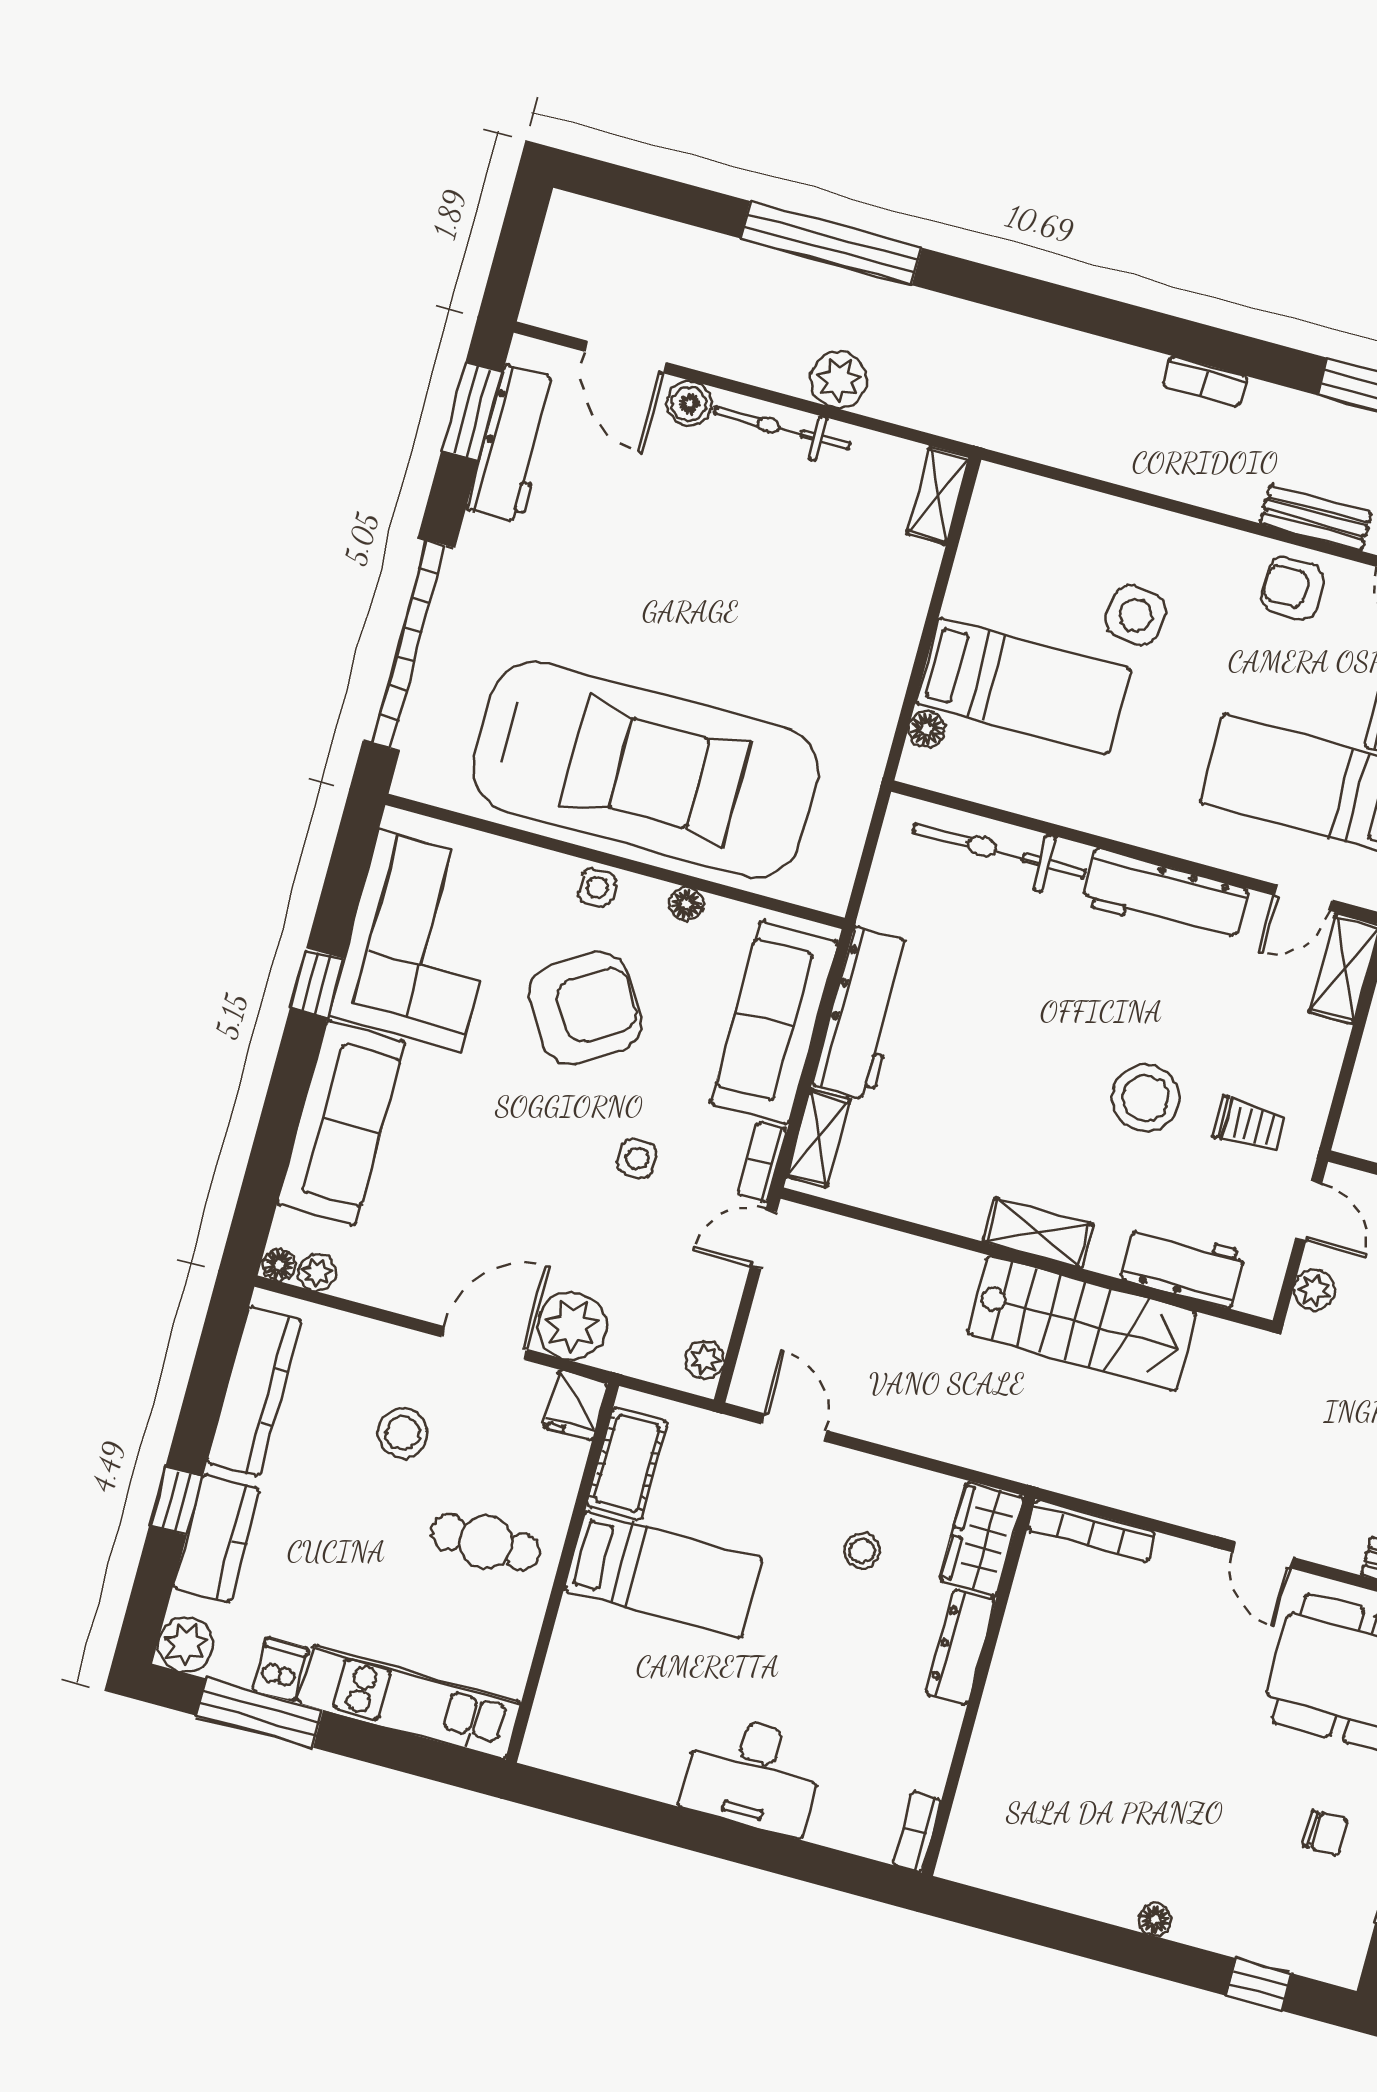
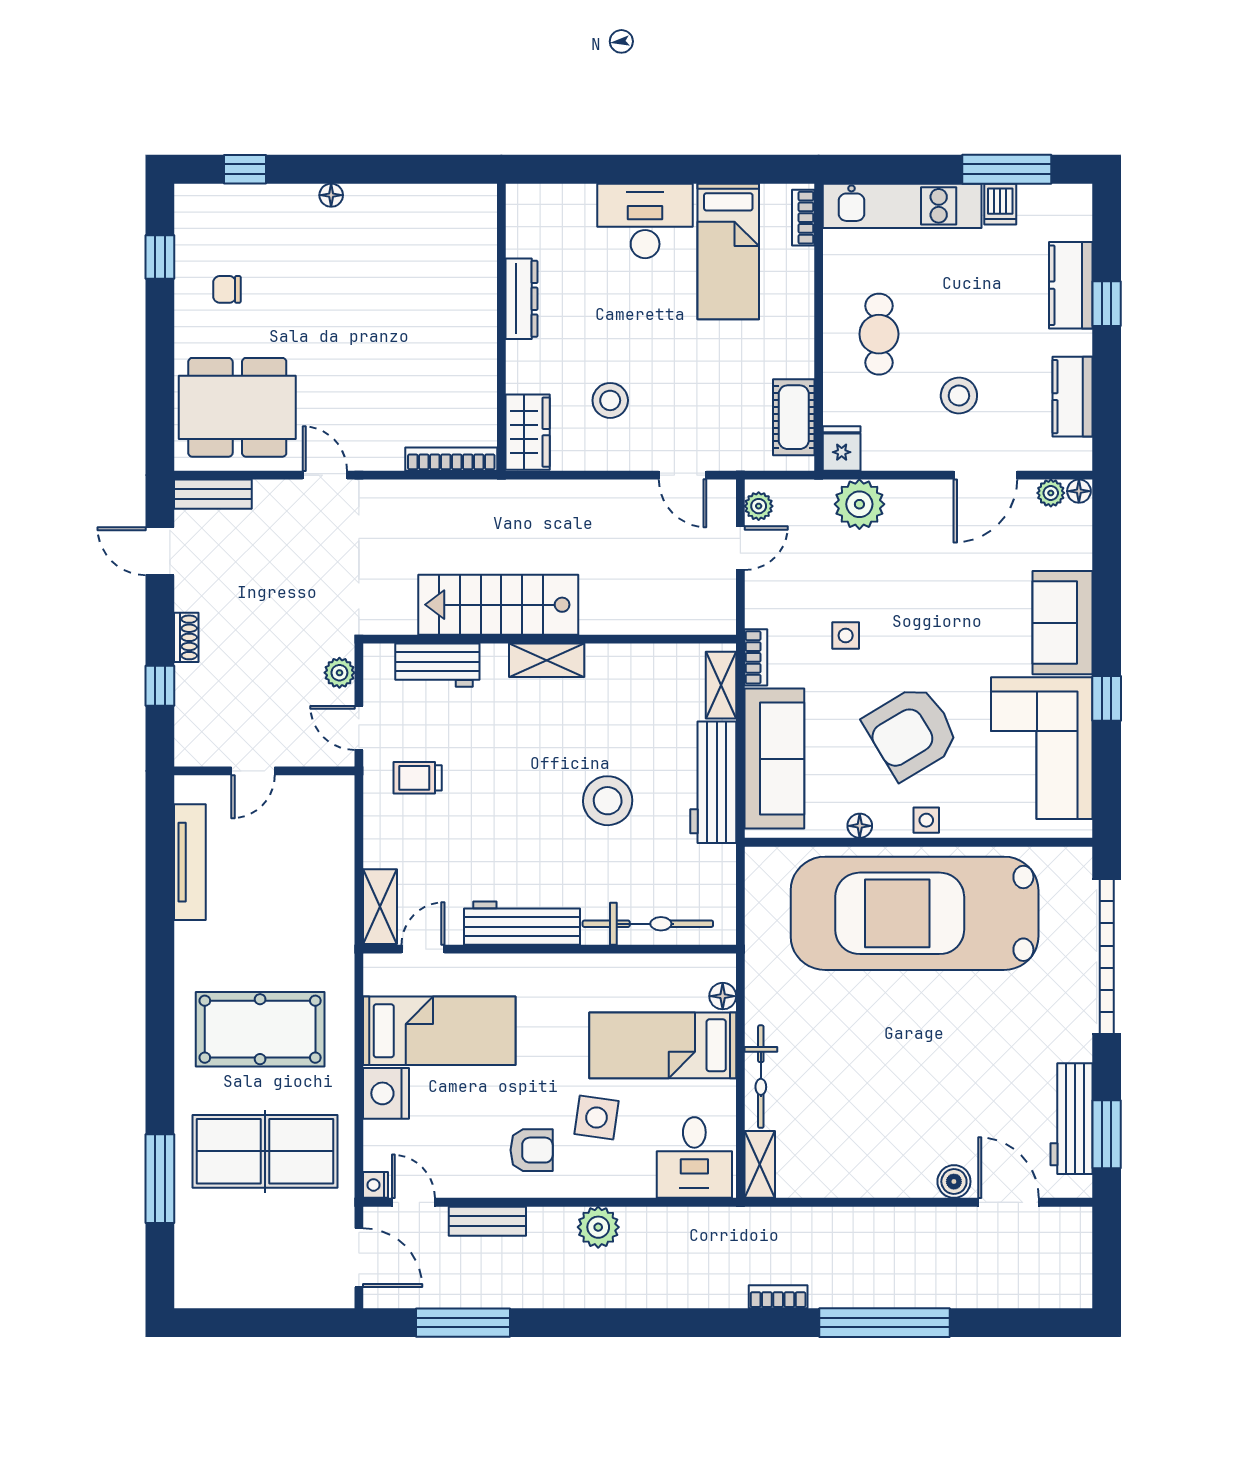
plant: (839, 380) -> (598, 1227), moved
bookcase: (1205, 381) -> (778, 1297), moved
bicycle: (782, 429) -> (761, 1077), moved, turned 90
desk: (1022, 528) -> (694, 1158), added
armchair: (1293, 588) -> (532, 1150), moved
stool: (1146, 1098) -> (608, 801), moved
sofa: (341, 1123) -> (1063, 623), width x0.73
door: (763, 1239) -> (740, 548), moved
door: (484, 1343) -> (985, 475), moved
kitchen counter: (254, 1391) -> (1073, 397), width x0.67
cafe table: (486, 1542) -> (879, 334), turned 90
stool: (862, 1551) -> (610, 400), width x1.37, depth x1.37
bed: (664, 1574) -> (728, 251), moved, turned -90
plant: (186, 1644) -> (1072, 204), removed
dresser: (961, 1647) -> (521, 299), moved
bookcase: (917, 1832) -> (803, 218), moved, turned 180

